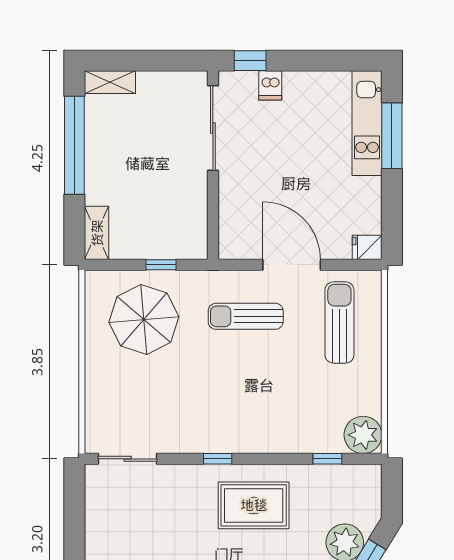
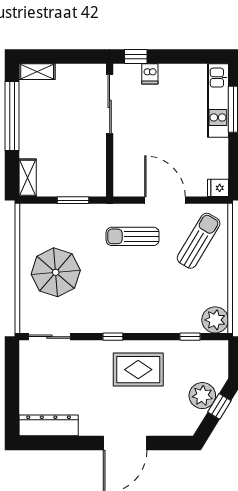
window: (161, 265) -> (73, 200), width x1.50
parasol: (144, 319) -> (56, 272), moved
sun lounger: (339, 323) -> (199, 241), turned 31

